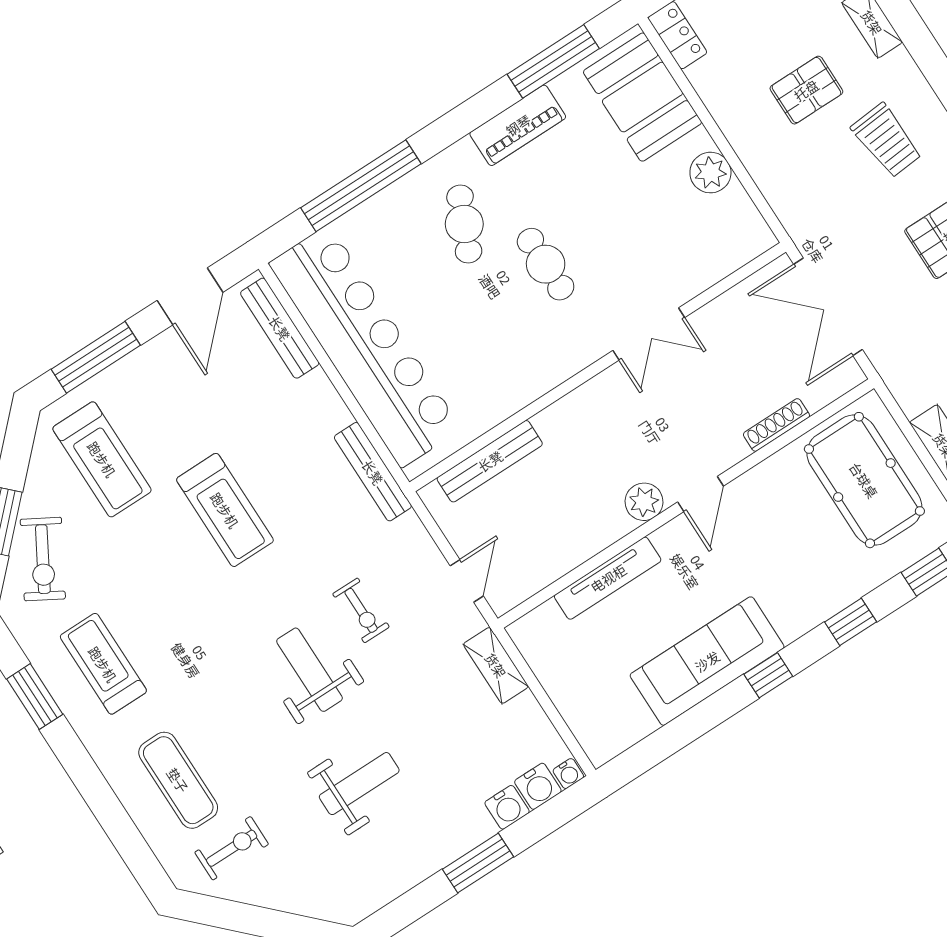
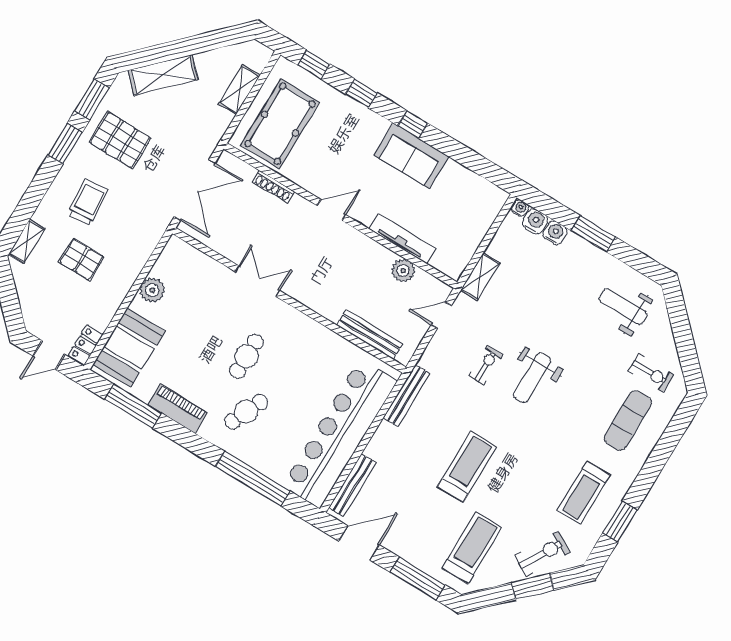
plant: (644, 502) -> (403, 271), moved
sofa: (707, 661) -> (411, 156), width x0.73
weight bench: (359, 784) -> (623, 307), moved
exercise bike: (232, 848) -> (651, 373), turned 180

